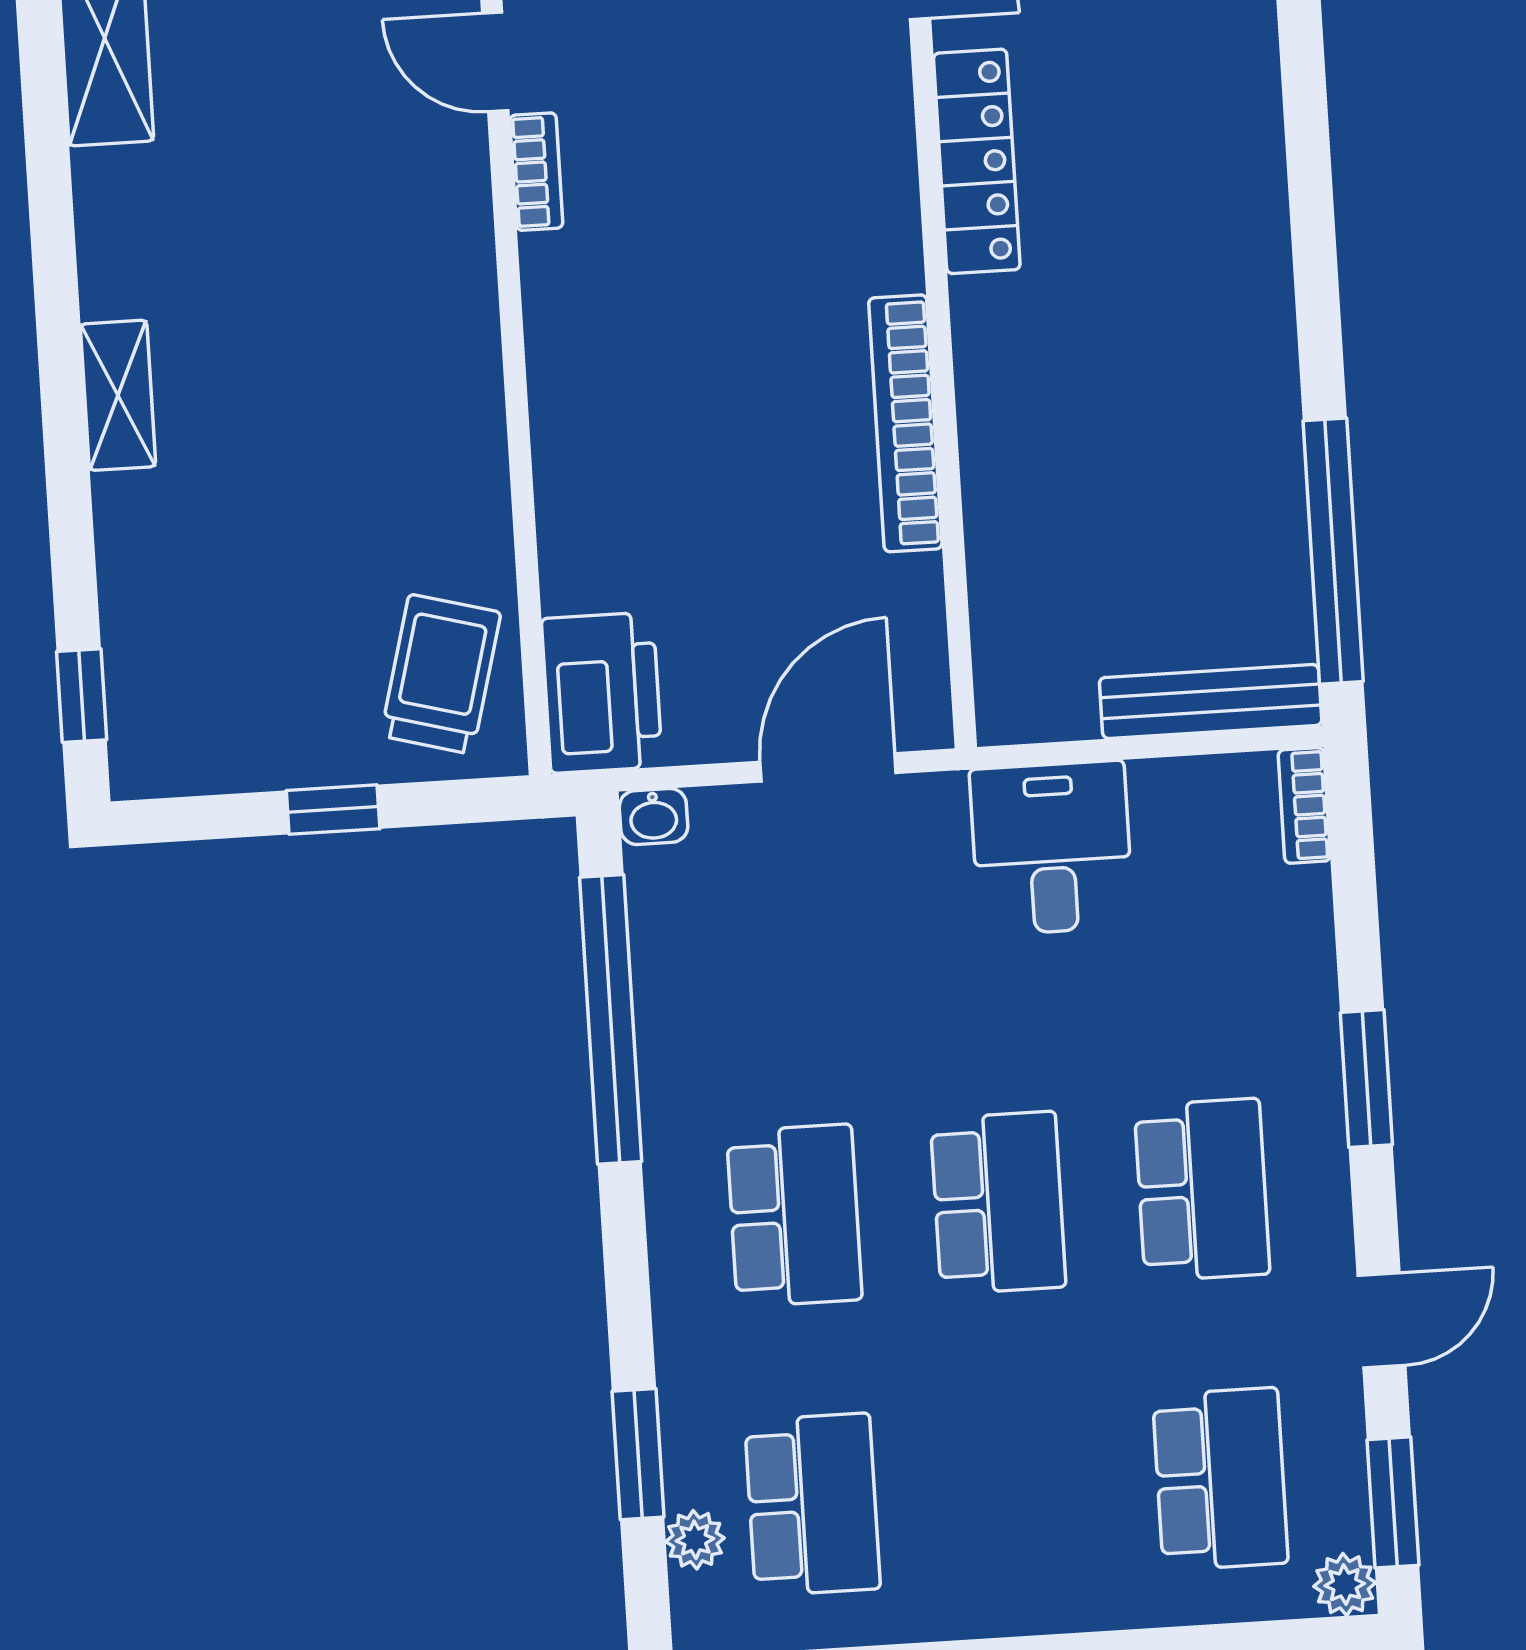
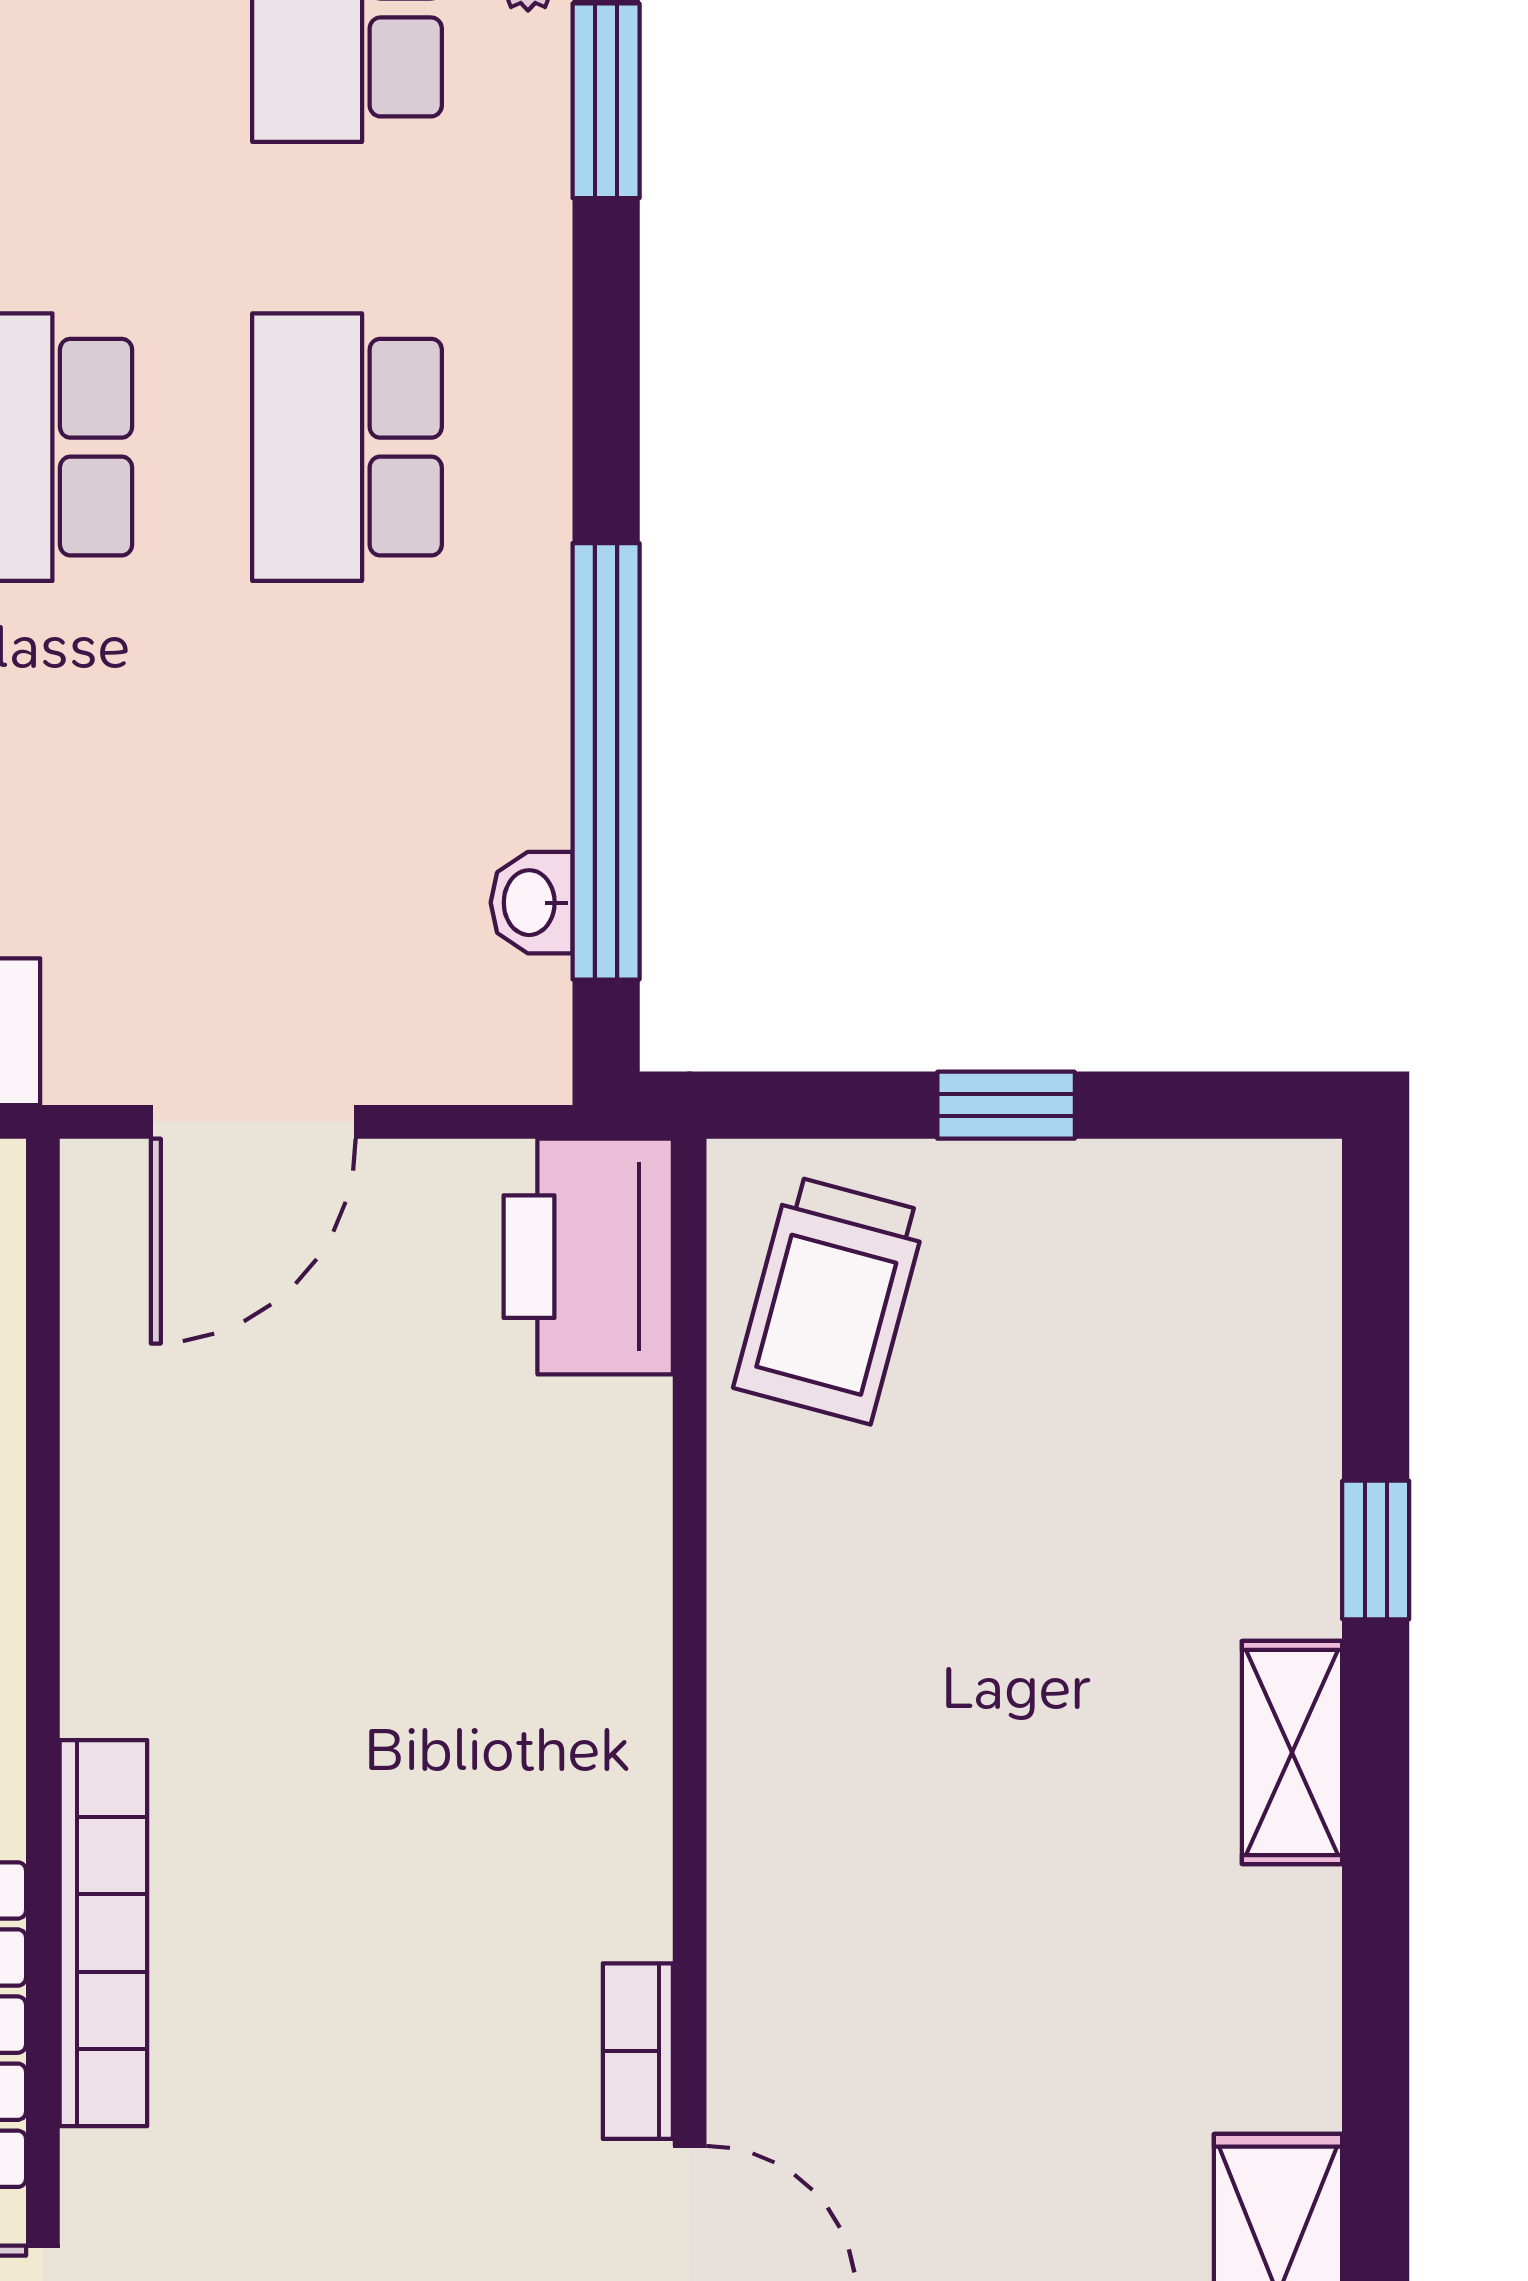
bookcase: (905, 423) -> (103, 1933), moved
window: (82, 696) -> (1376, 1550), moved
washbasin: (654, 817) -> (532, 903), moved, turned -90

